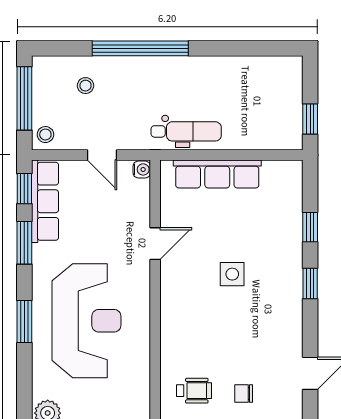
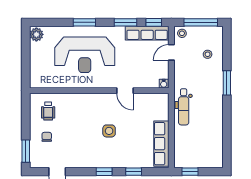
window: (140, 48) -> (227, 83), width x0.47
door: (102, 155) -> (171, 52), moved
row of seats: (217, 174) -> (161, 144), moved

